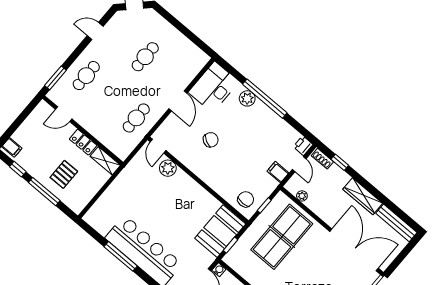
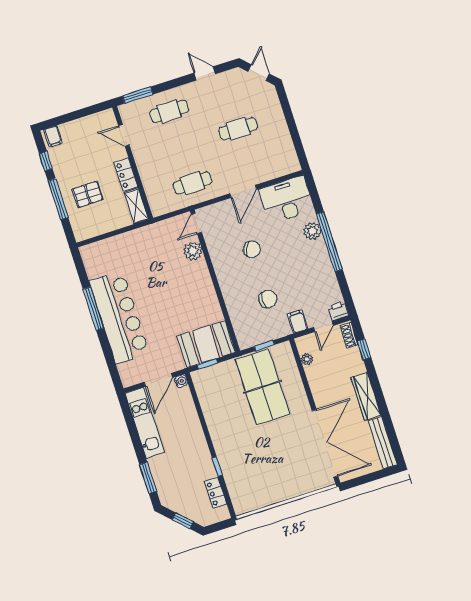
chair: (246, 199) -> (268, 299), moved
table tennis table: (282, 237) -> (262, 387), turned 90

